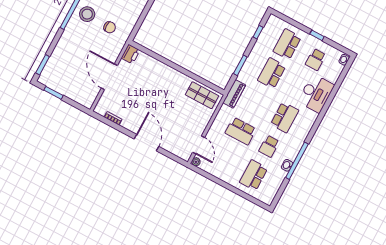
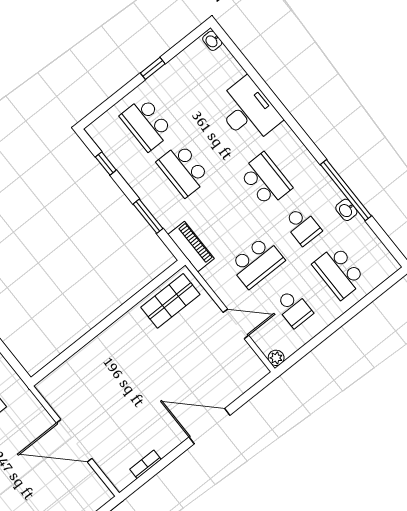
printer: (131, 54) -> (52, 390), removed
school desk: (316, 60) -> (294, 308), moved
door: (199, 145) -> (236, 324), moved

